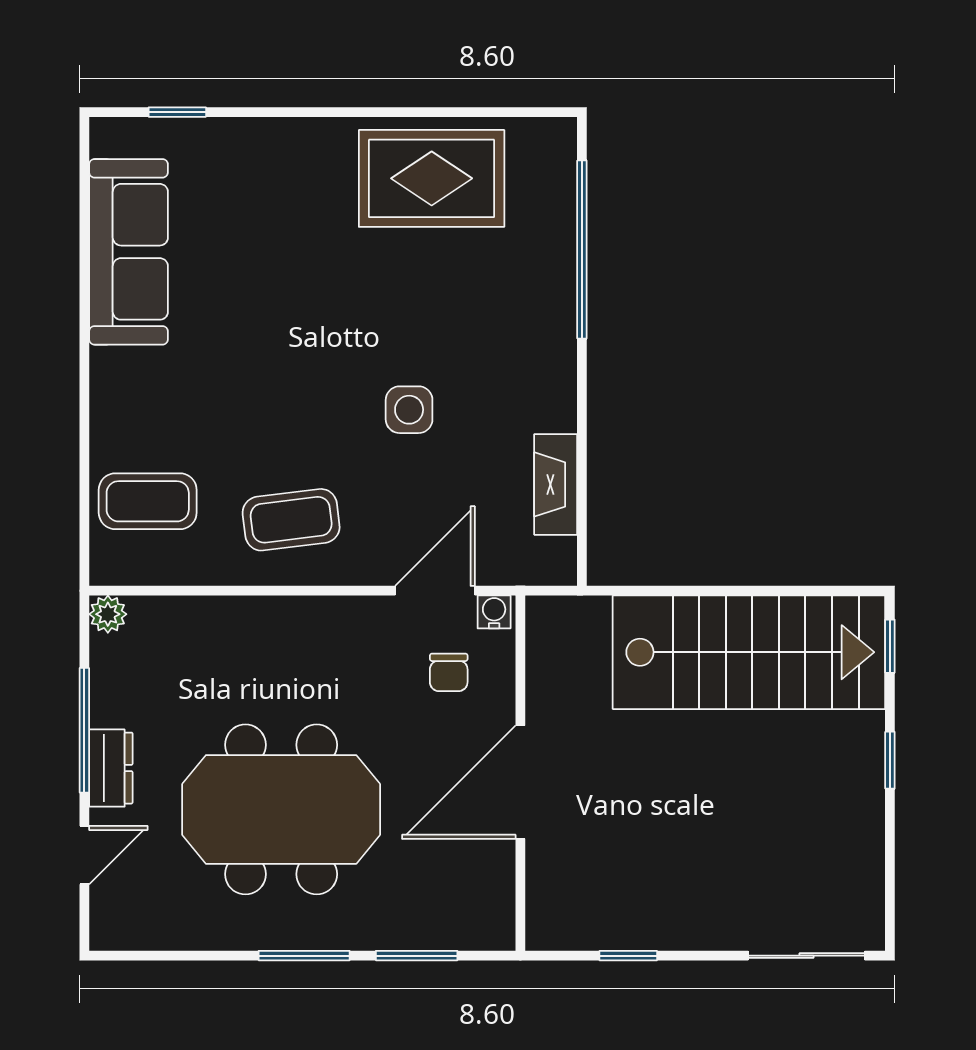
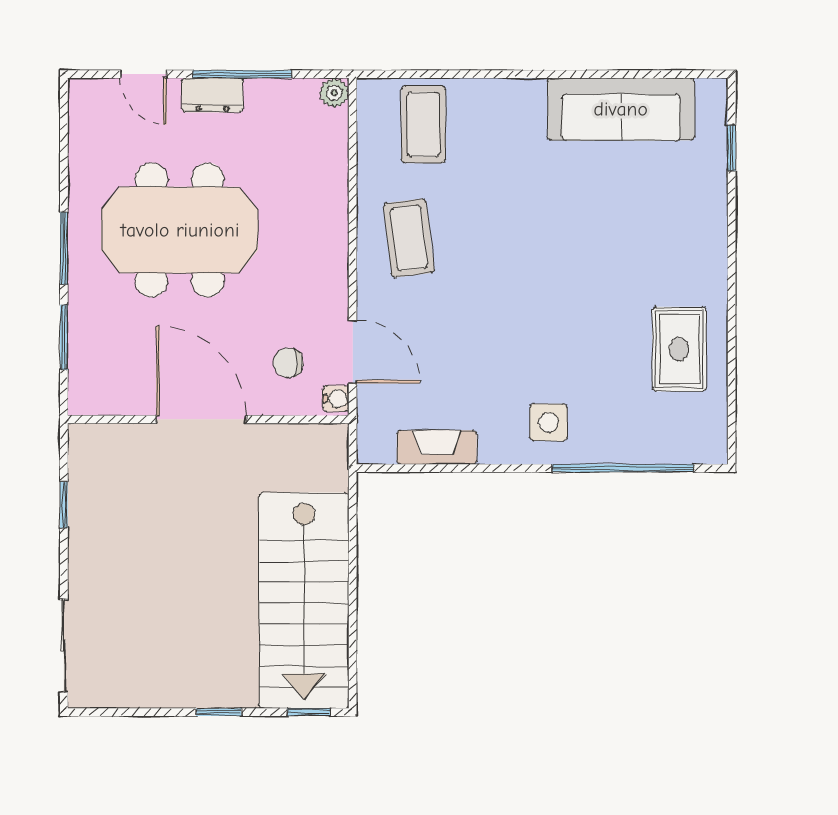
rug: (432, 178) -> (679, 349), width x0.73, depth x0.70
side table: (409, 410) -> (548, 422), moved
meeting table: (281, 809) -> (180, 230), turned 90

